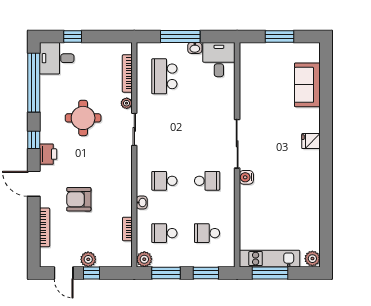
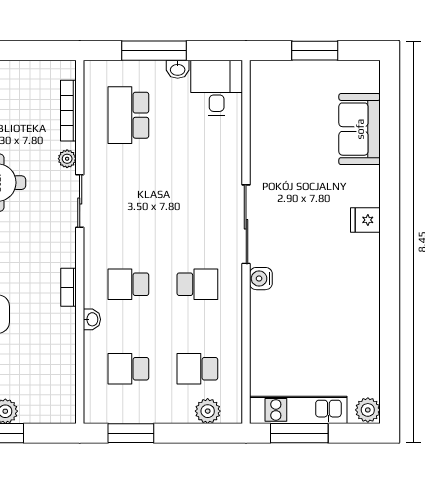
bookcase: (127, 229) -> (69, 287), moved
plant: (144, 259) -> (208, 411), moved
window: (206, 273) -> (195, 433), removed

